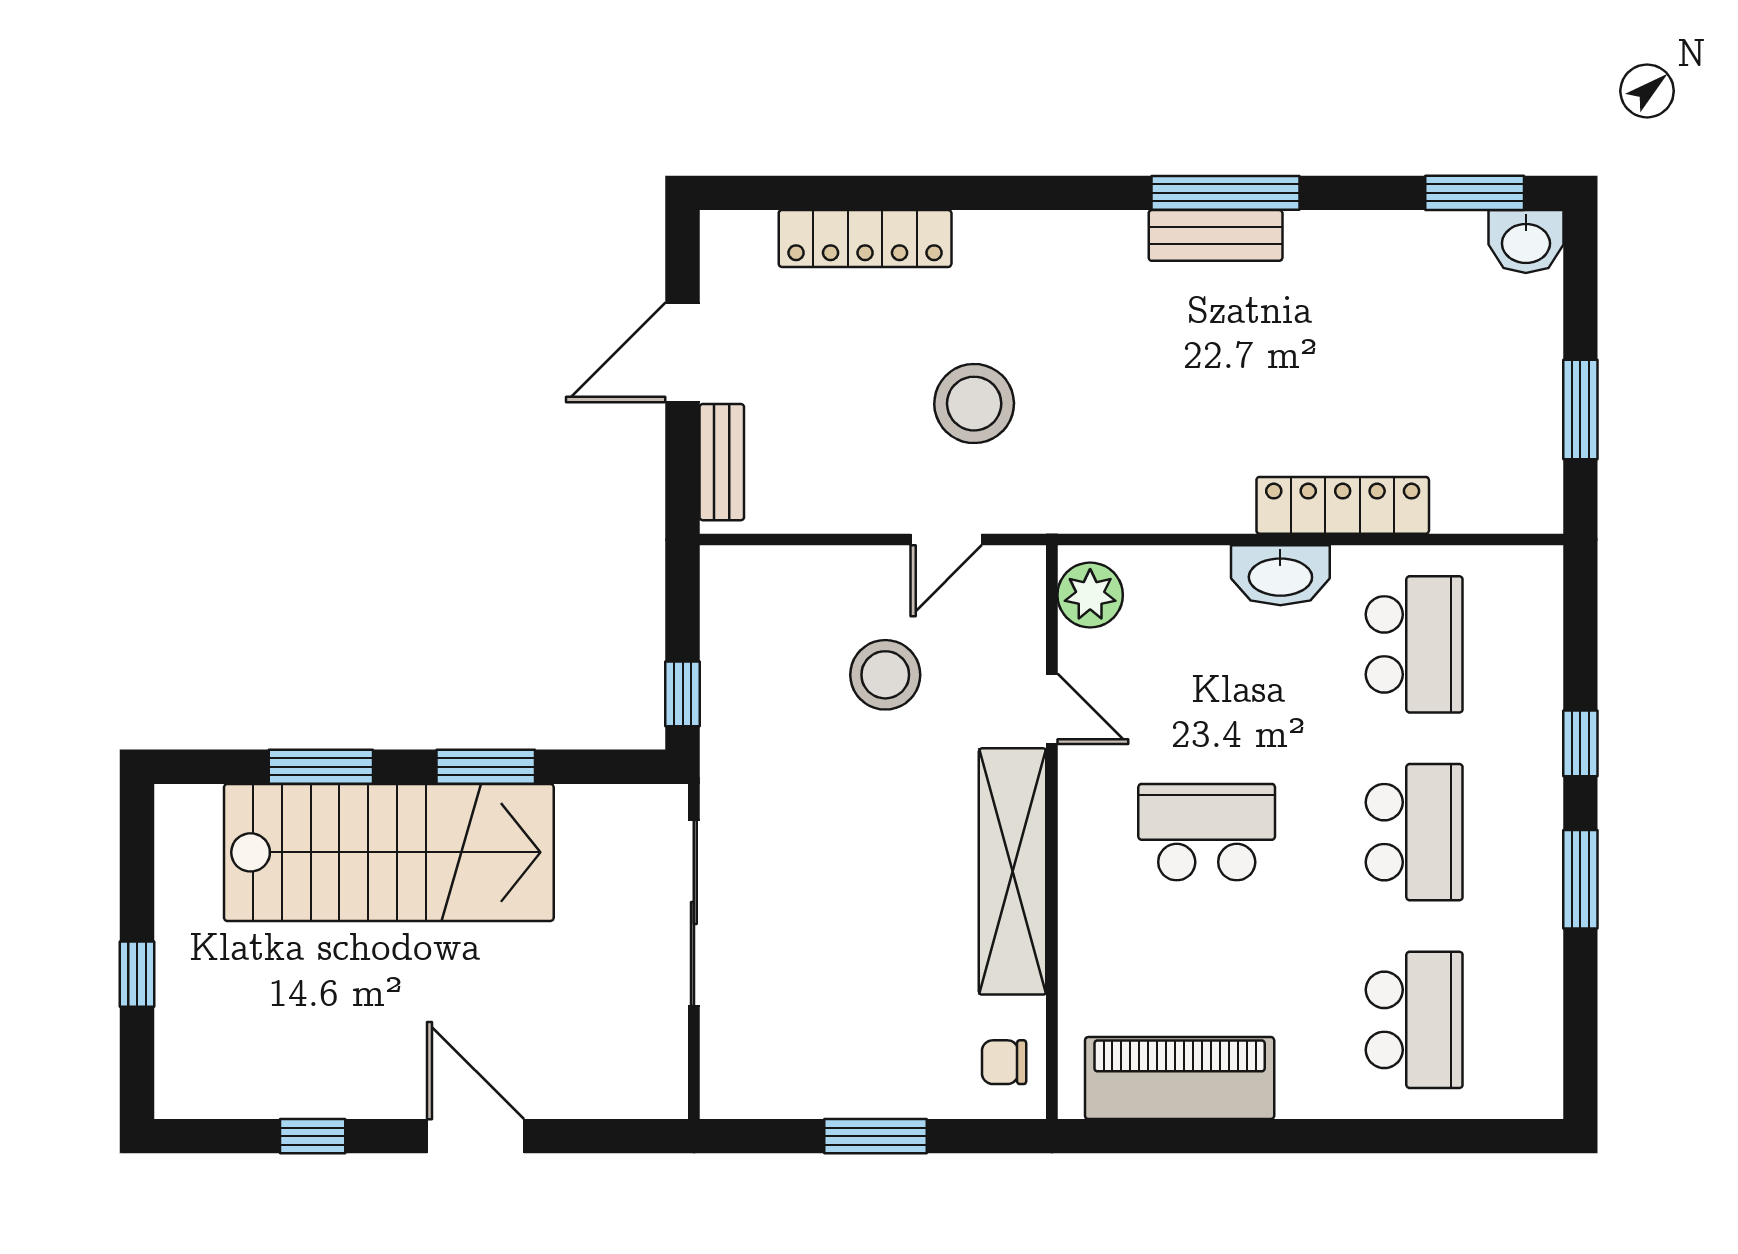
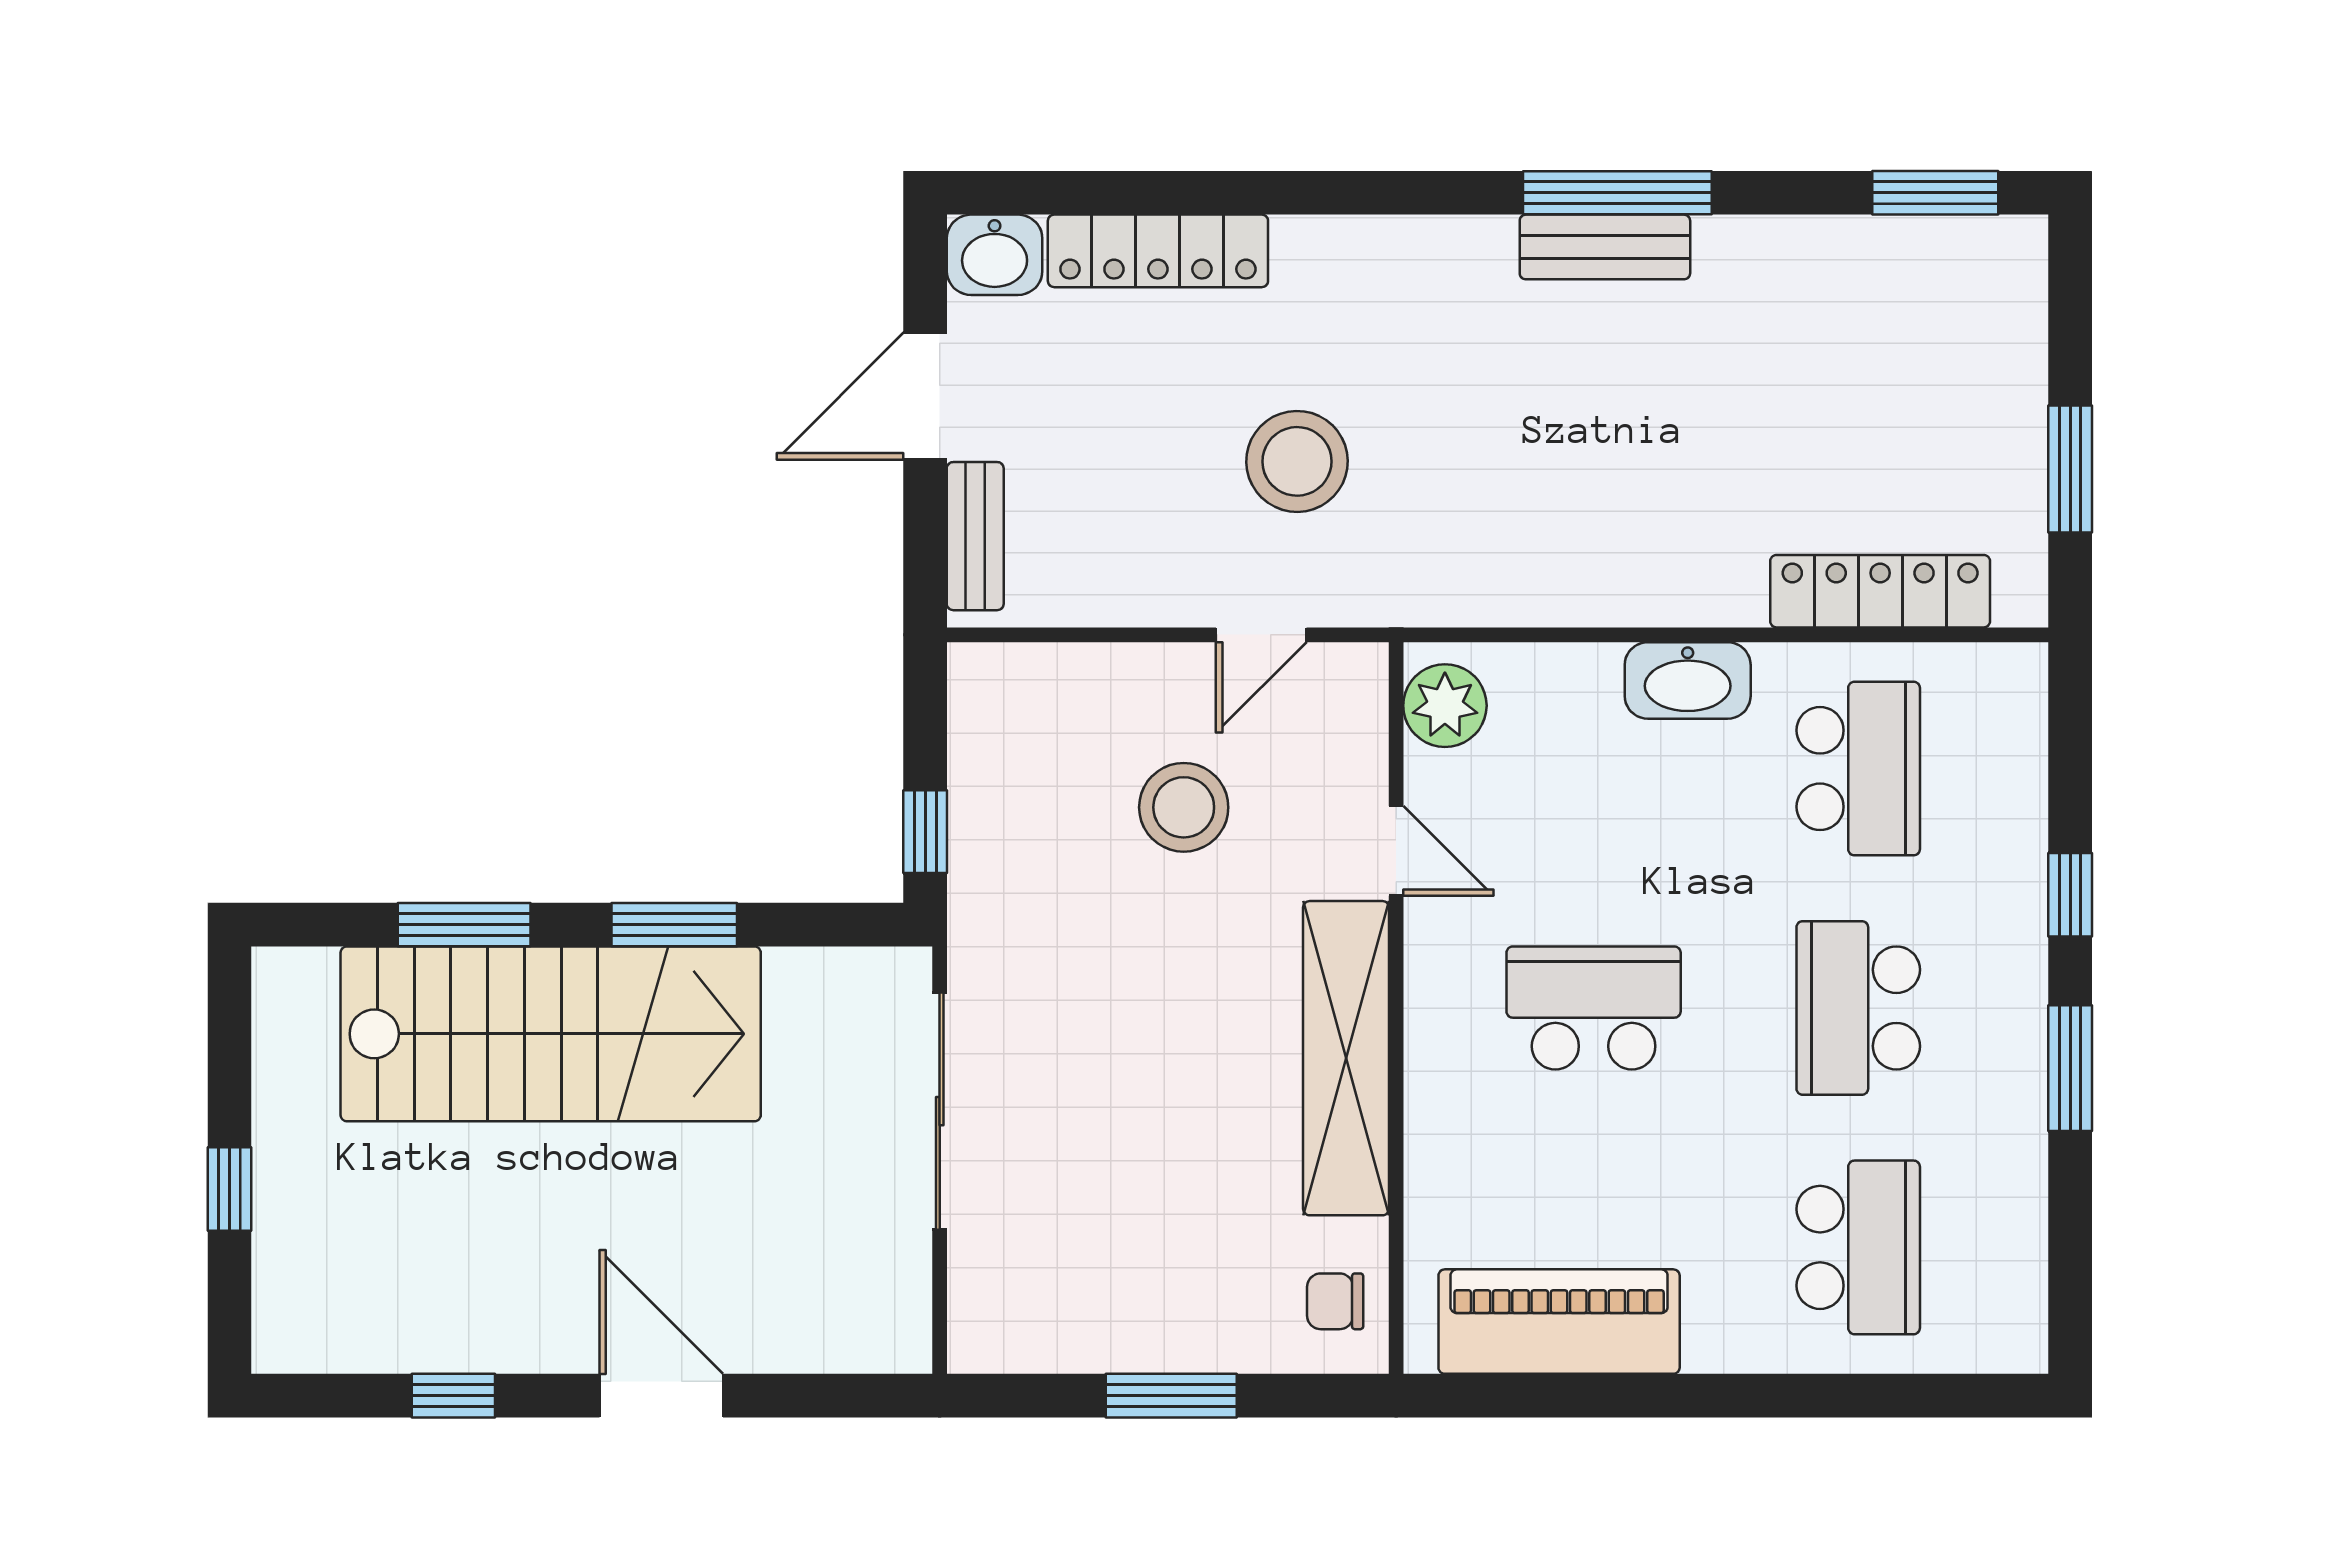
washbasin: (1526, 242) -> (995, 255), moved
locker: (1343, 505) -> (1880, 591), moved
school desk: (1414, 832) -> (1858, 1008), turned 180

